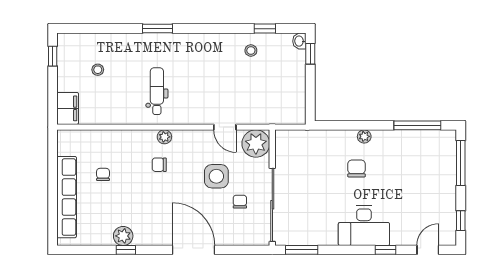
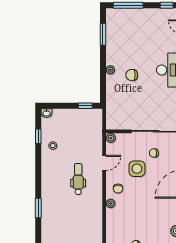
window: (310, 54) -> (85, 106), moved
dental chair: (157, 91) -> (78, 179), moved, turned 90
window: (417, 125) -> (103, 34), width x0.69
plant: (256, 144) -> (111, 138), width x0.53, depth x0.53
chair: (159, 165) -> (118, 189), moved

